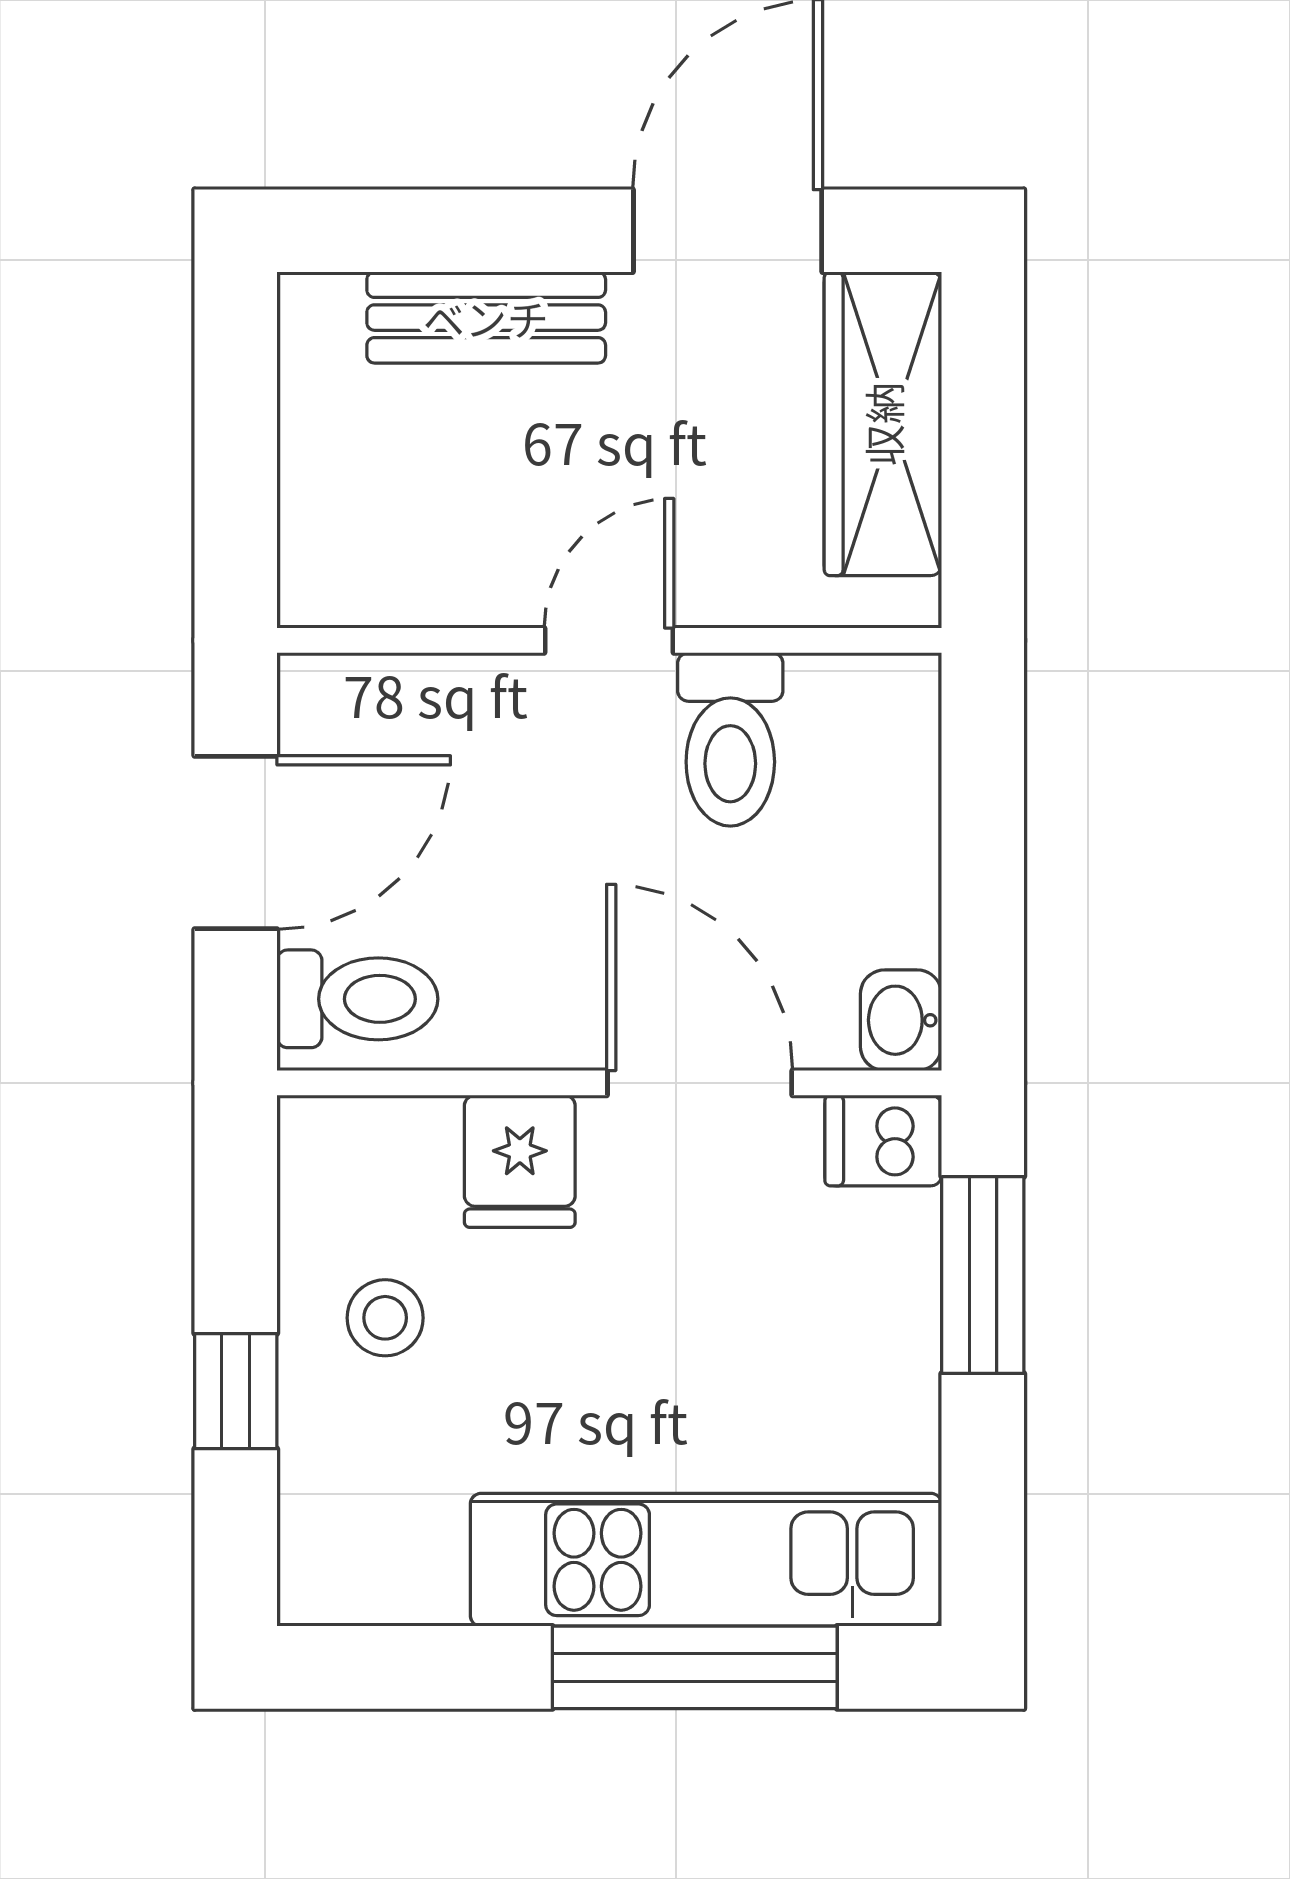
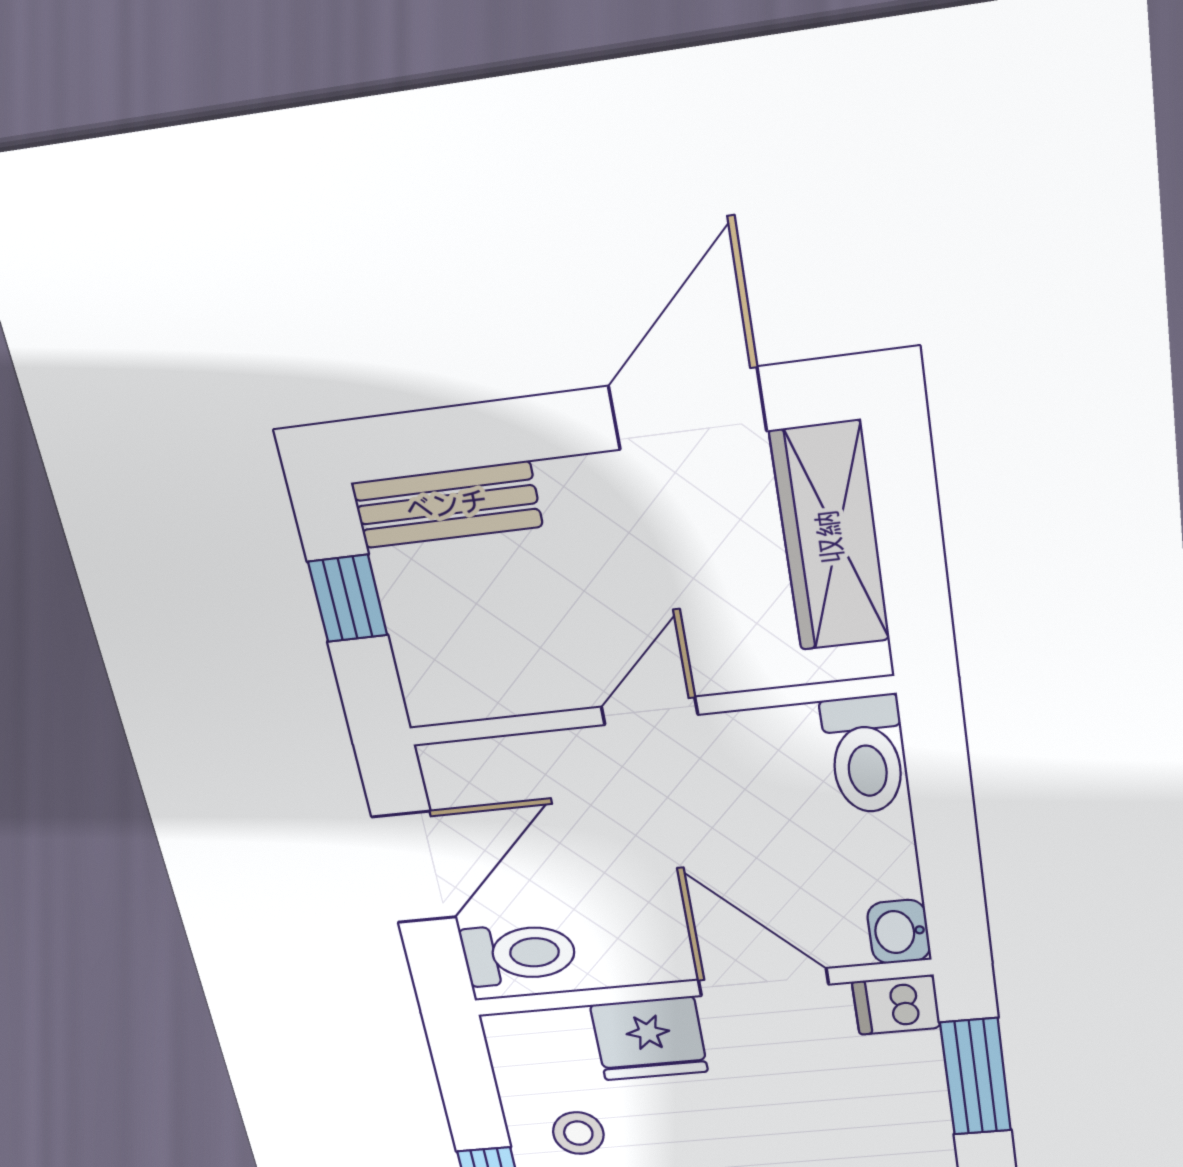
bench: (486, 318) -> (447, 505), moved
window: (236, 430) -> (348, 599), added
toilet: (730, 739) -> (865, 755), moved
fridge: (520, 1161) -> (649, 1038), width x1.38

